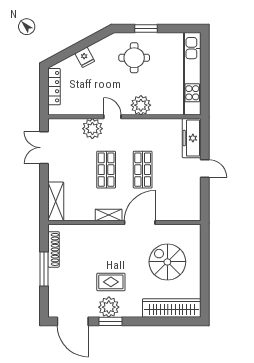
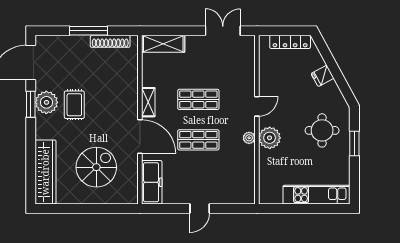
kitchen unit: (192, 74) -> (317, 195), width x0.73
plant: (92, 129) -> (249, 138), moved, width x0.53, depth x0.53
freezer: (192, 138) -> (152, 182), moved, turned 90

